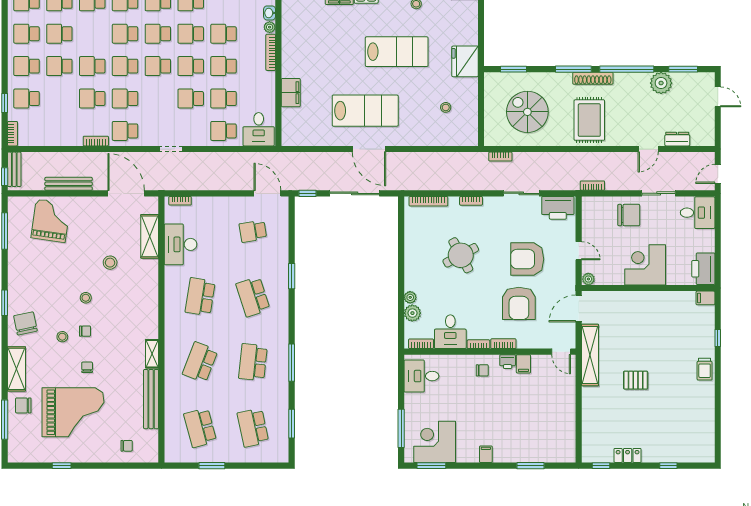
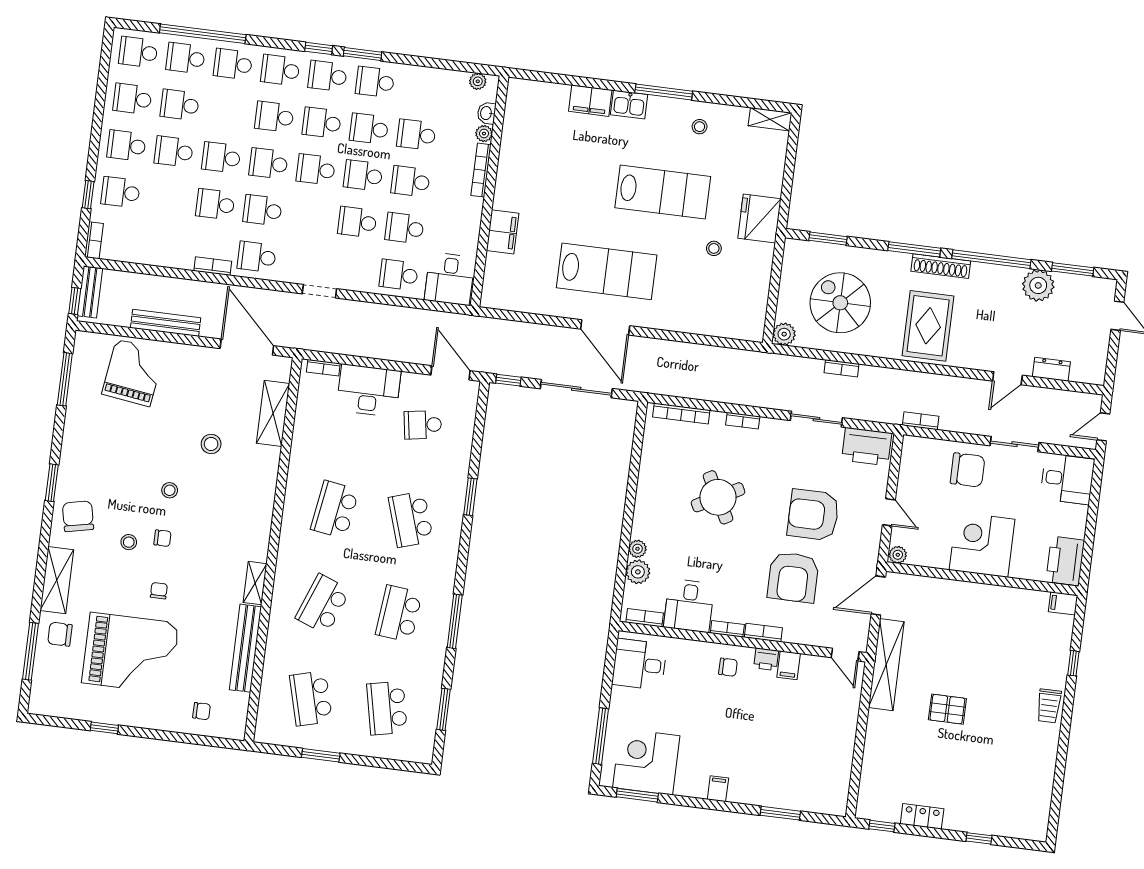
stool: (446, 107) -> (714, 248), moved
plant: (492, 138) -> (784, 334), added
bookcase: (500, 157) -> (842, 368), moved
desk: (181, 244) -> (369, 390), moved, turned 90

